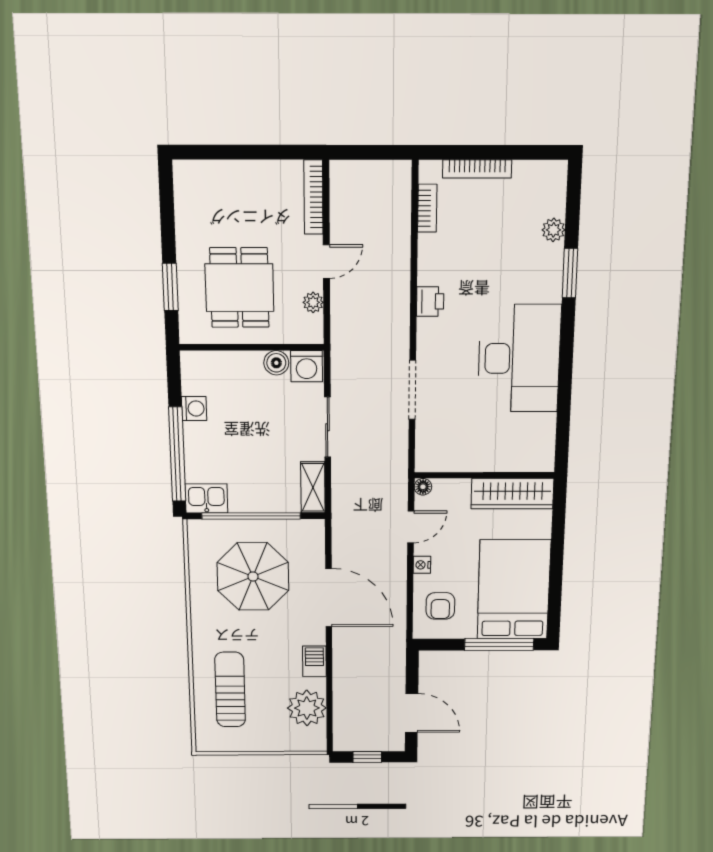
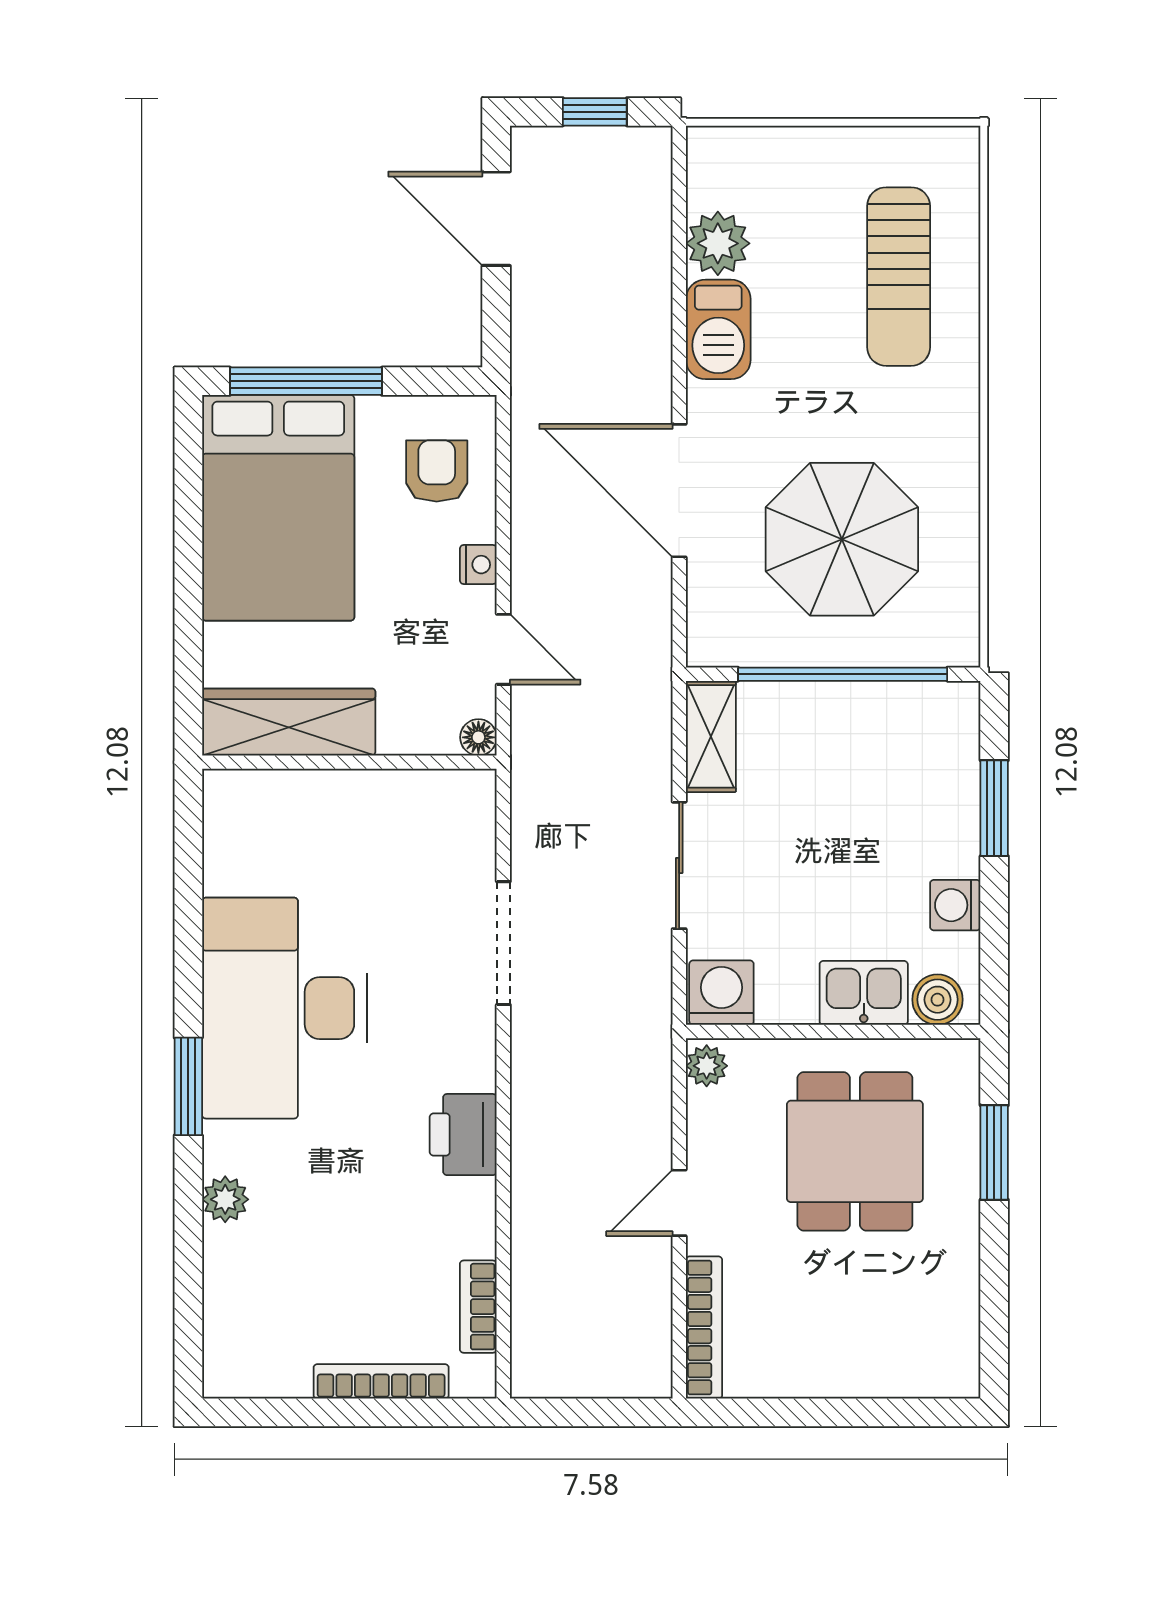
plant: (553, 230) -> (225, 1199), moved
window: (570, 273) -> (188, 1086), moved
printer: (430, 301) -> (463, 1135), width x1.36, depth x1.24
plant: (313, 302) -> (707, 1066), moved
boiler: (276, 363) -> (937, 1000), moved
window: (177, 454) -> (994, 808), width x0.47
kitchen sink: (206, 498) -> (864, 993), moved, turned 180
door: (411, 527) -> (503, 649), swing flipped
barbecue: (314, 661) -> (718, 329), width x1.38, depth x1.27
plant: (307, 708) -> (718, 243), width x0.73, depth x0.73

